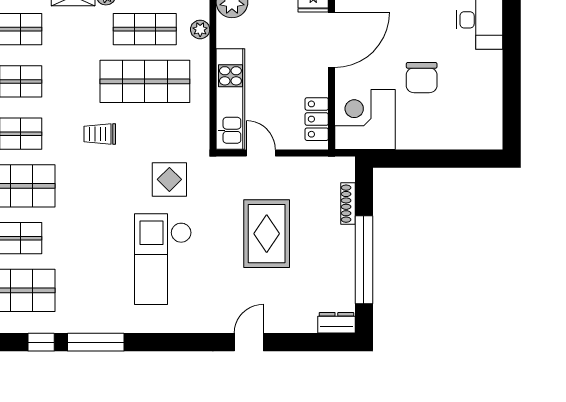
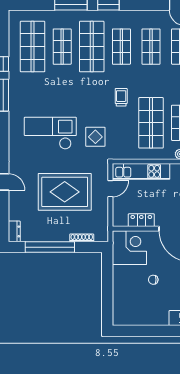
chair: (422, 78) -> (153, 280), width x0.54, depth x0.54
locker: (317, 119) -> (141, 220), moved
rug: (267, 234) -> (65, 192), width x1.37, depth x1.44

